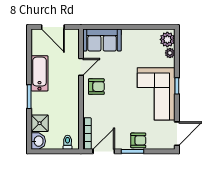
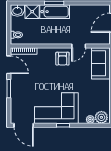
door: (81, 67) -> (79, 46), hinge flipped
bathtub: (39, 73) -> (55, 12), moved
armchair: (138, 140) -> (18, 93), removed

